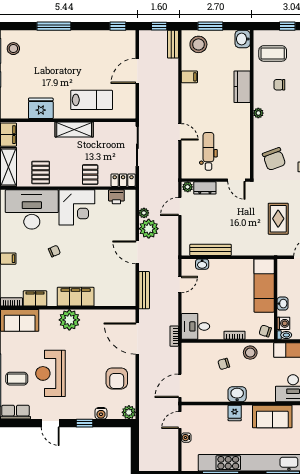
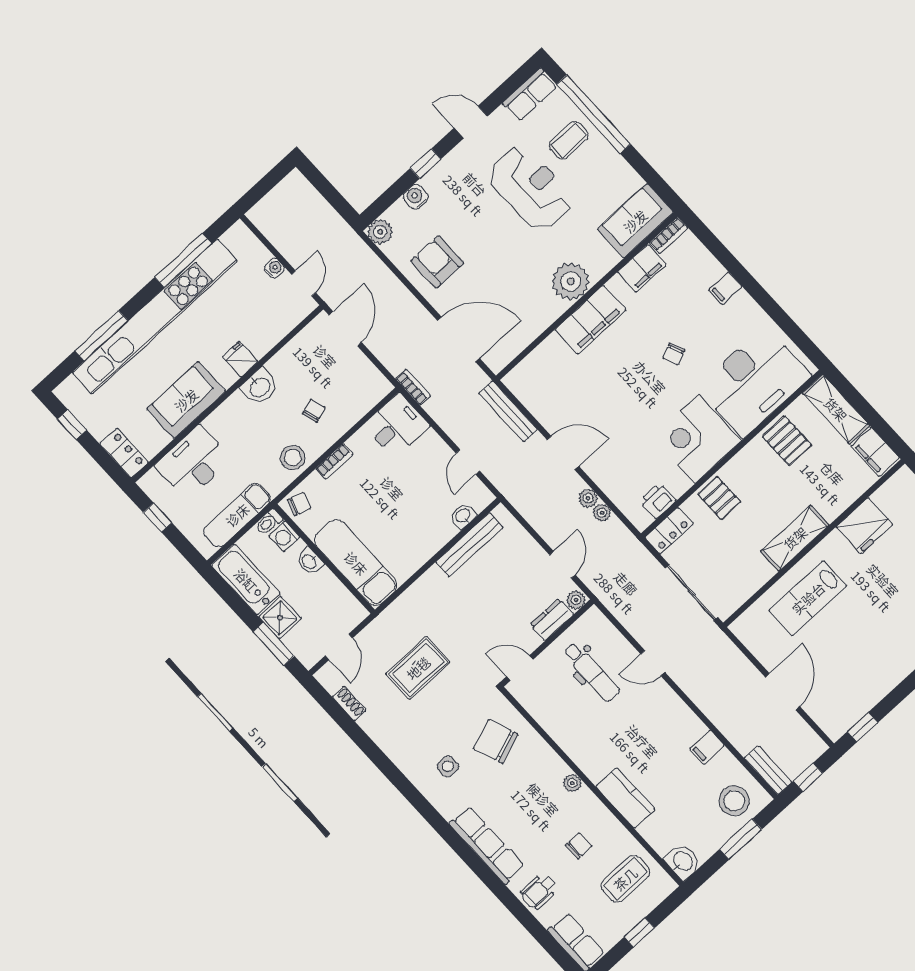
rug: (278, 219) -> (418, 668), turned 90
plant: (149, 229) -> (588, 498), width x0.53, depth x0.53

